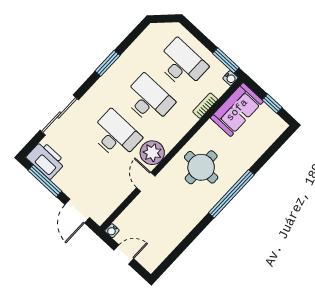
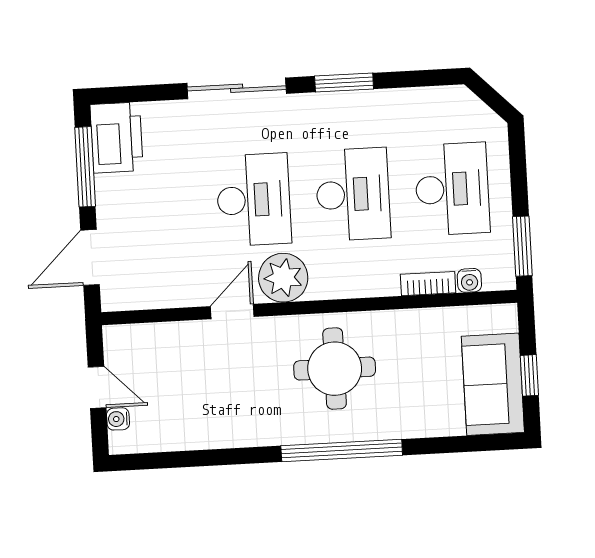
water cooler: (230, 78) -> (469, 280), moved
sofa: (237, 110) -> (493, 384), moved, turned 90
sliding door: (59, 115) -> (237, 88), moved
water cooler: (112, 231) -> (118, 419), moved

